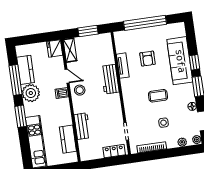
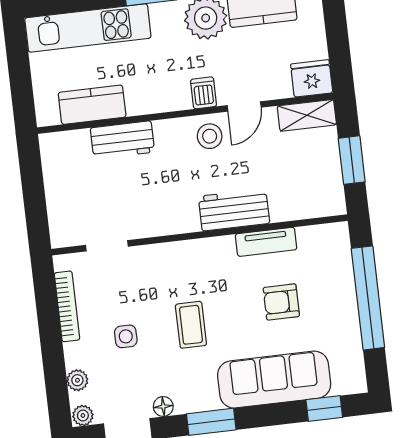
window: (194, 62) -> (324, 408), moved
locker: (114, 151) -> (60, 215), removed

